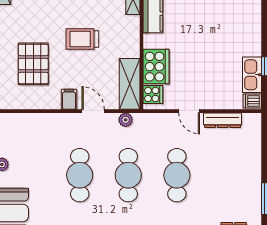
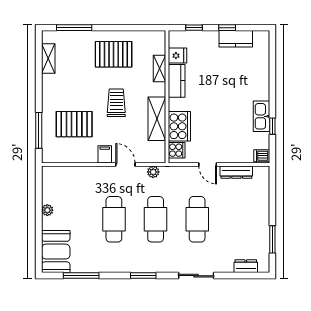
trolley: (82, 39) -> (116, 103), turned 90
pallet: (33, 64) -> (74, 124), turned 90
kitchen sink: (252, 75) -> (261, 116), moved
shelving: (130, 84) -> (157, 119), moved

